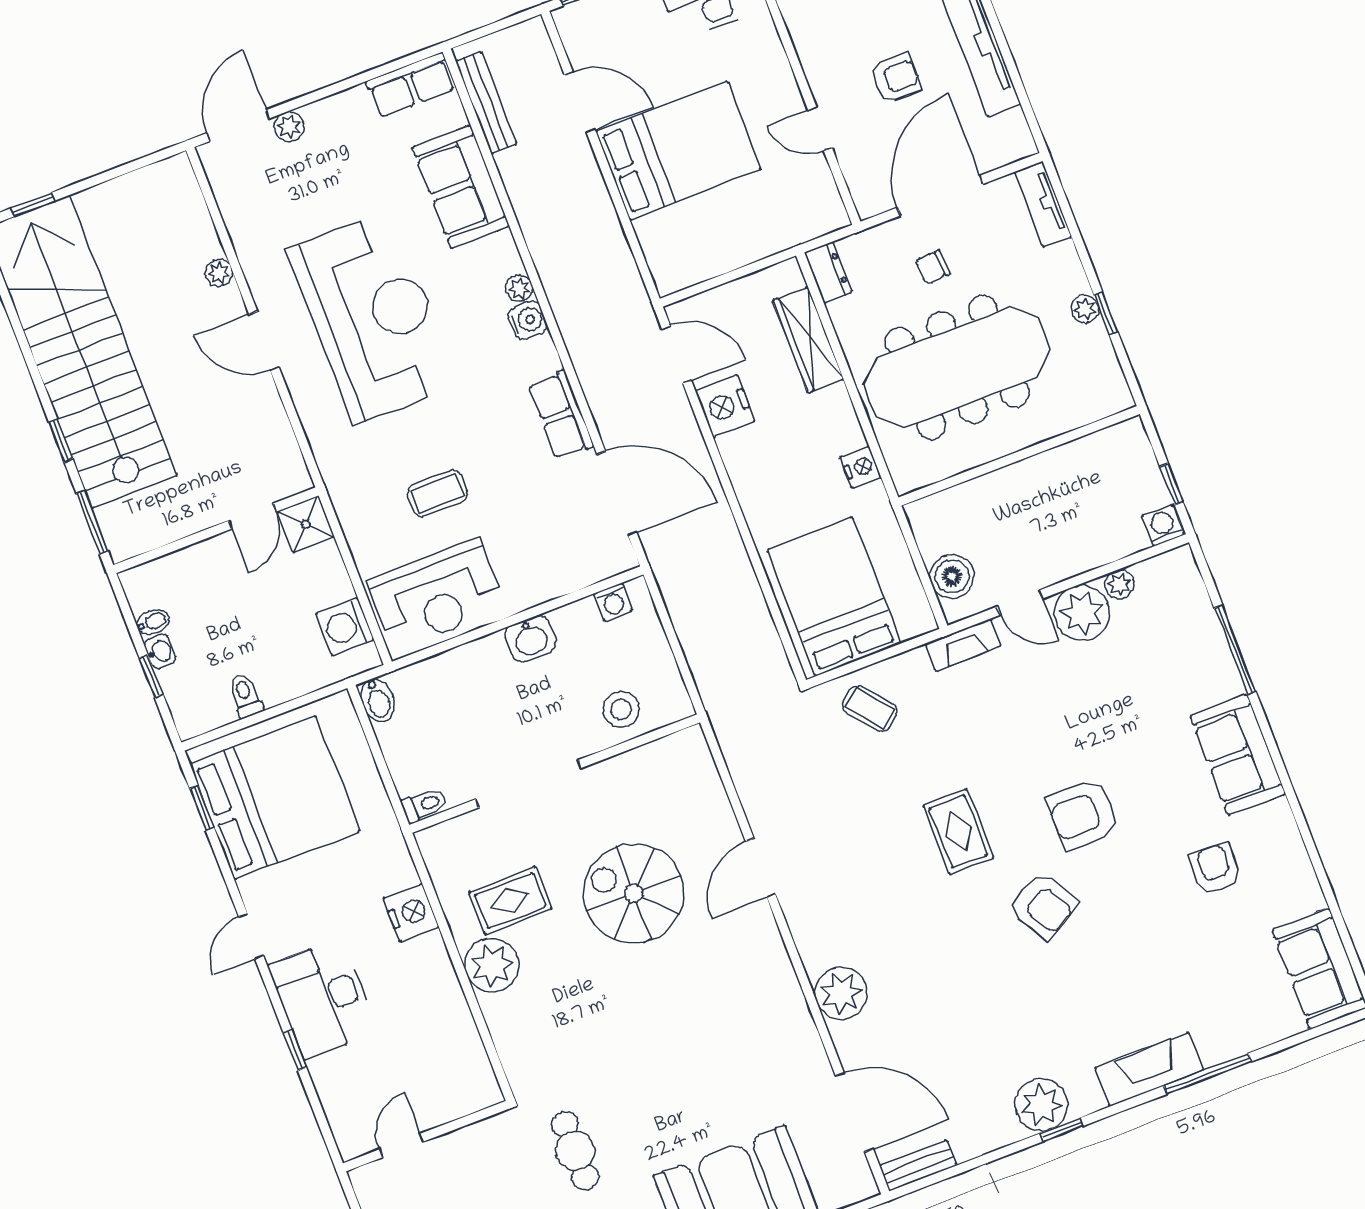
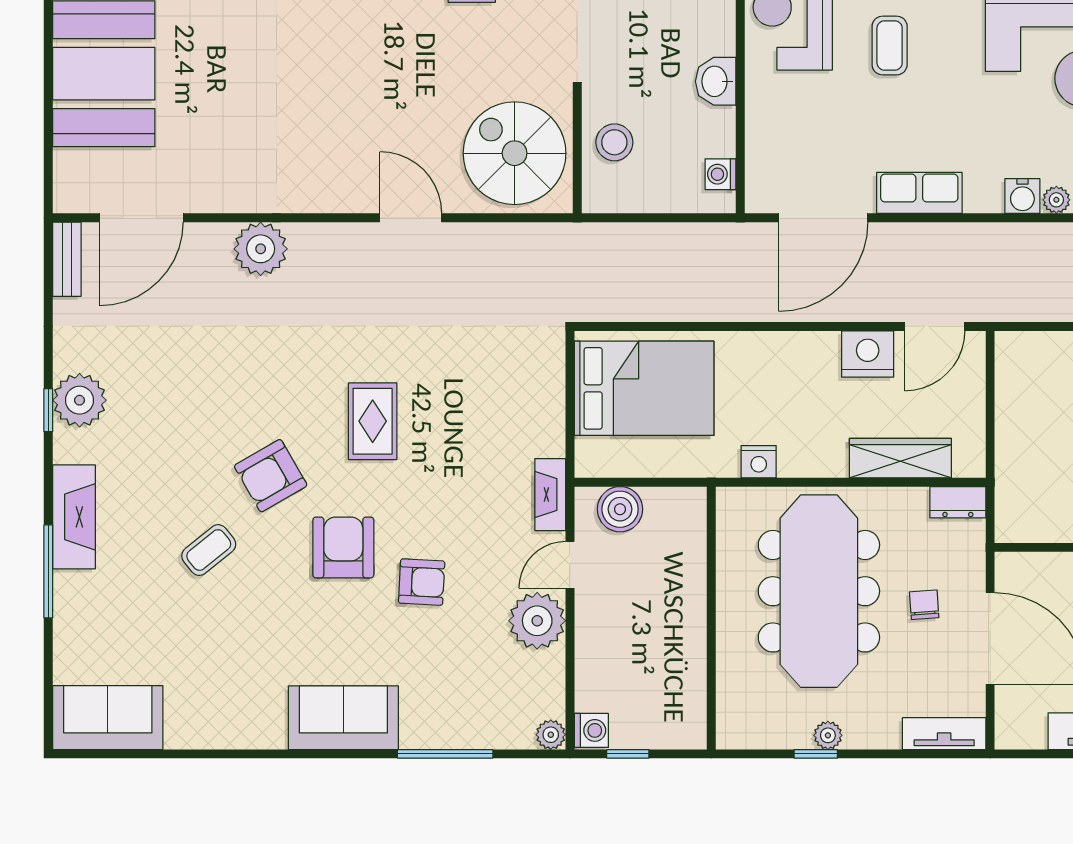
plant: (1119, 584) -> (551, 735), moved
coffee table: (870, 709) -> (209, 550), moved
rug: (958, 832) -> (373, 421), turned 90
armchair: (1215, 868) -> (422, 582), moved
spiral stairs: (634, 893) -> (515, 153), moved, turned -90

